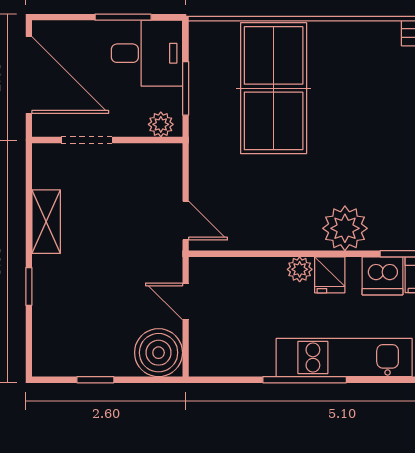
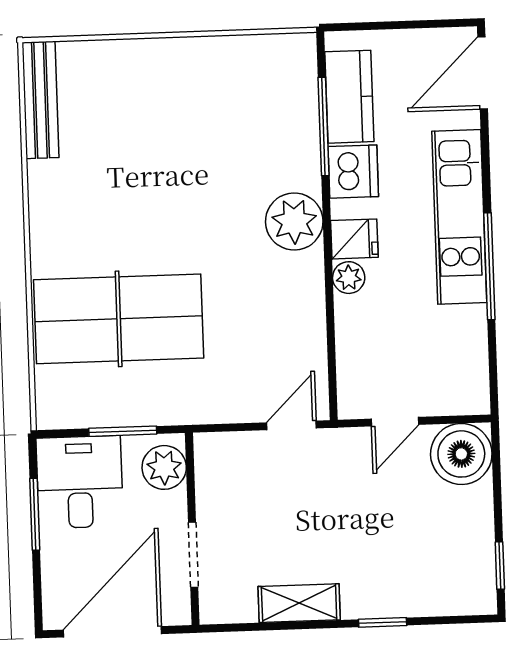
plant: (161, 124) -> (164, 467), width x1.38, depth x1.38
window: (95, 380) -> (500, 566), moved

